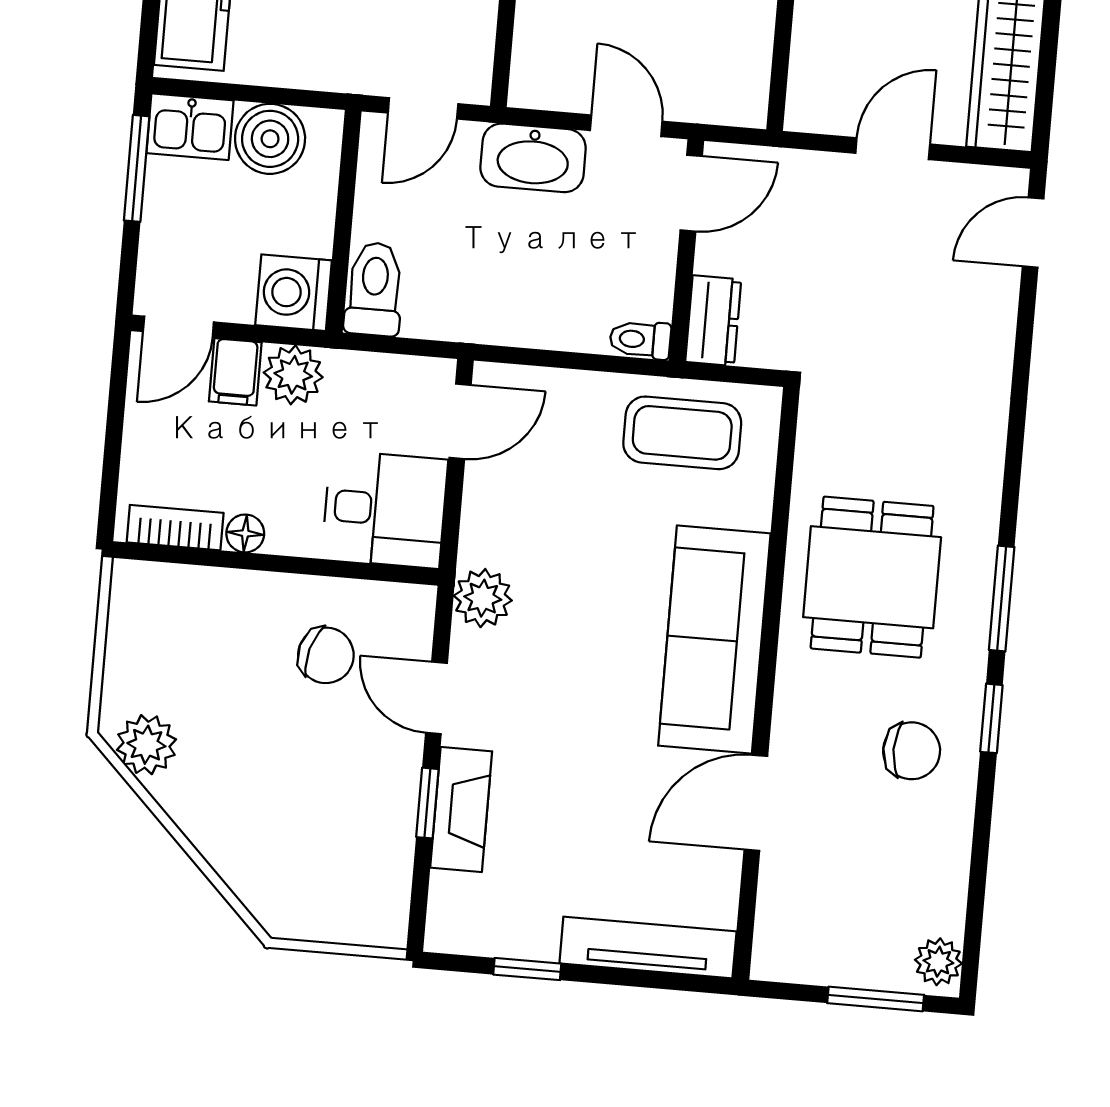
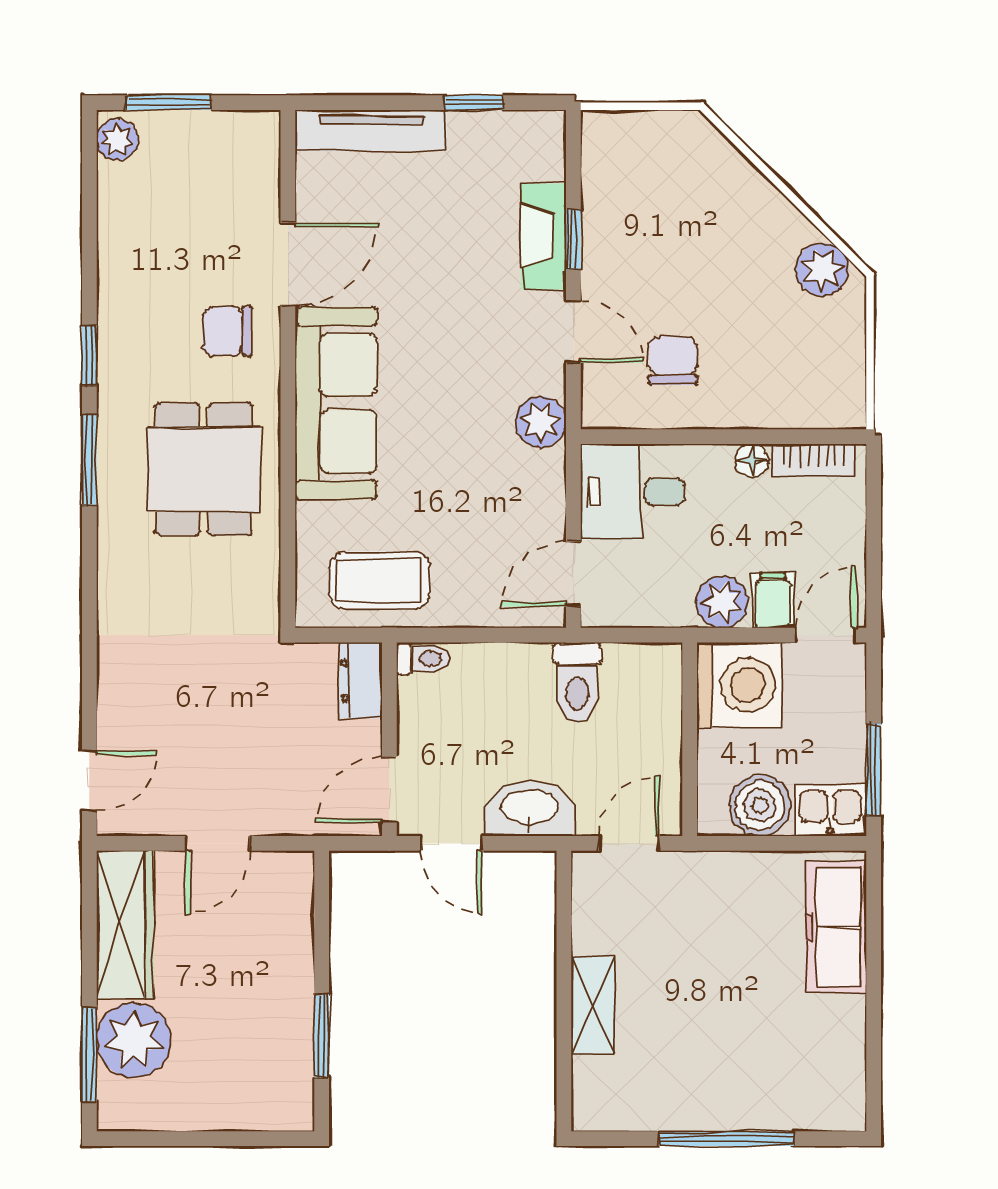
toilet: (374, 289) -> (577, 683), moved
washing machine: (294, 293) -> (739, 685), width x1.37, depth x1.37
chair: (326, 655) -> (673, 360), turned 74
chair: (912, 751) -> (227, 331), moved

